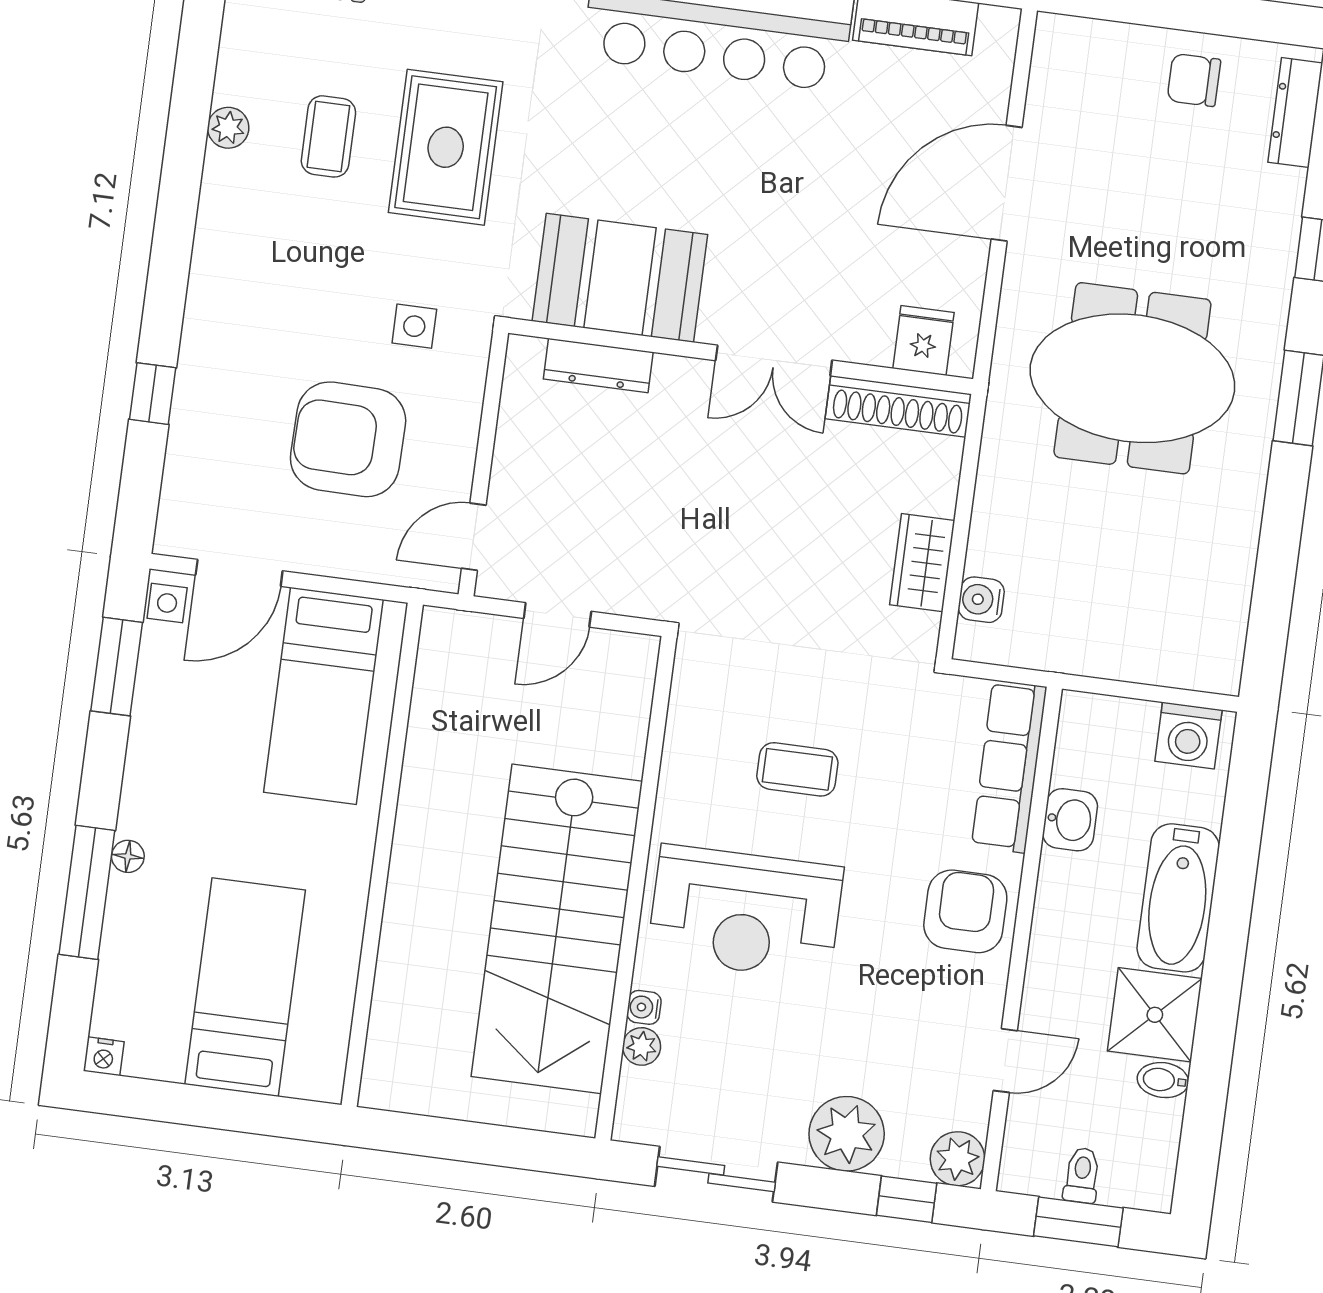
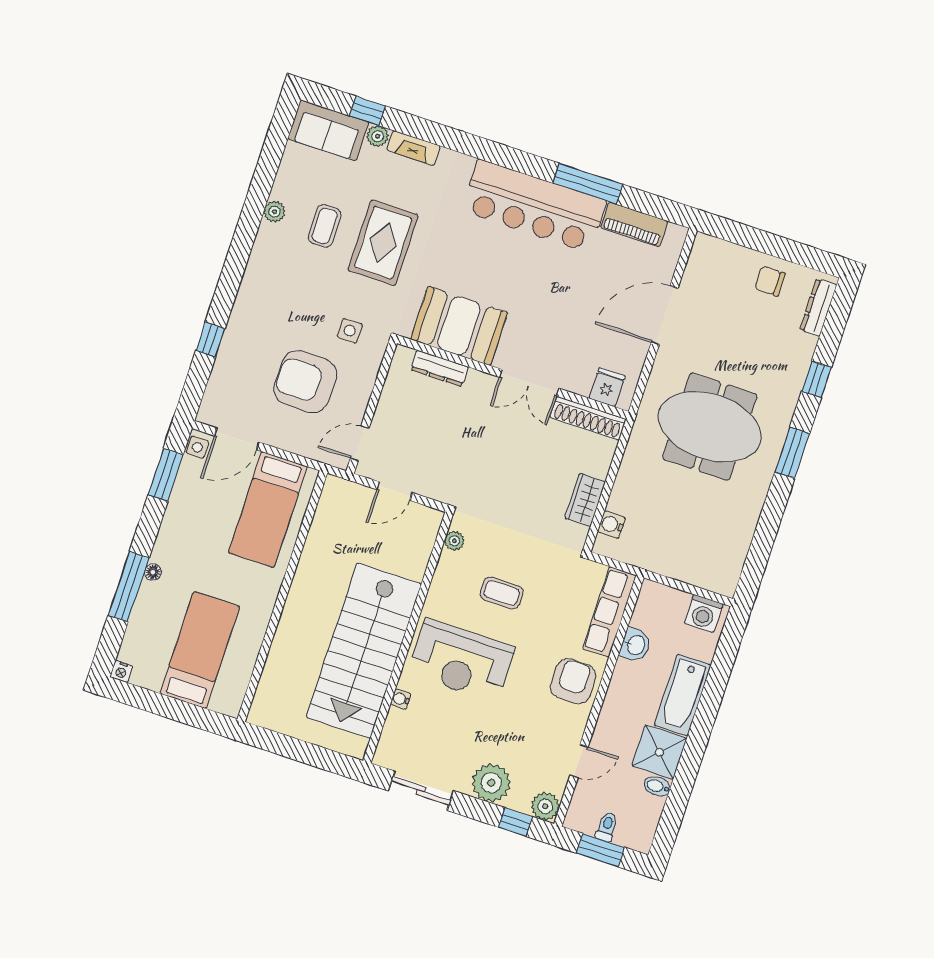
plant: (642, 1046) -> (454, 541), moved

